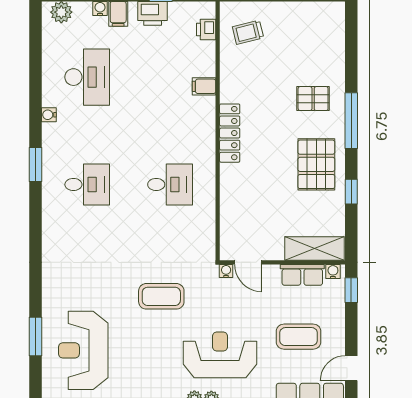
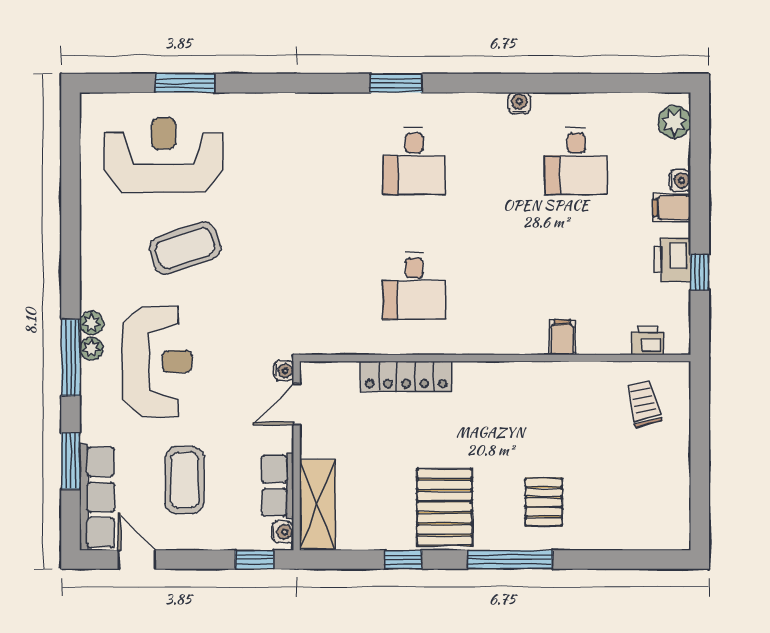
desk: (87, 77) -> (576, 161), width x0.73
locker: (230, 133) -> (406, 376), moved
pallet: (316, 164) -> (444, 507), turned 90
window: (36, 165) -> (396, 83), moved
coffee table: (161, 296) -> (185, 248), moved, turned 71

